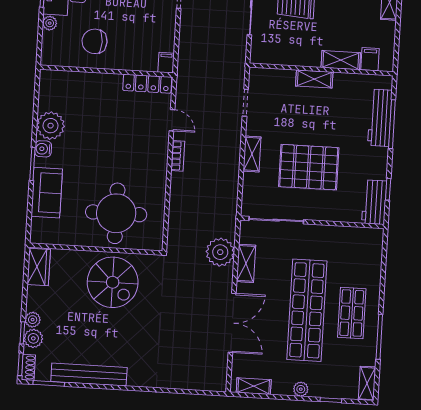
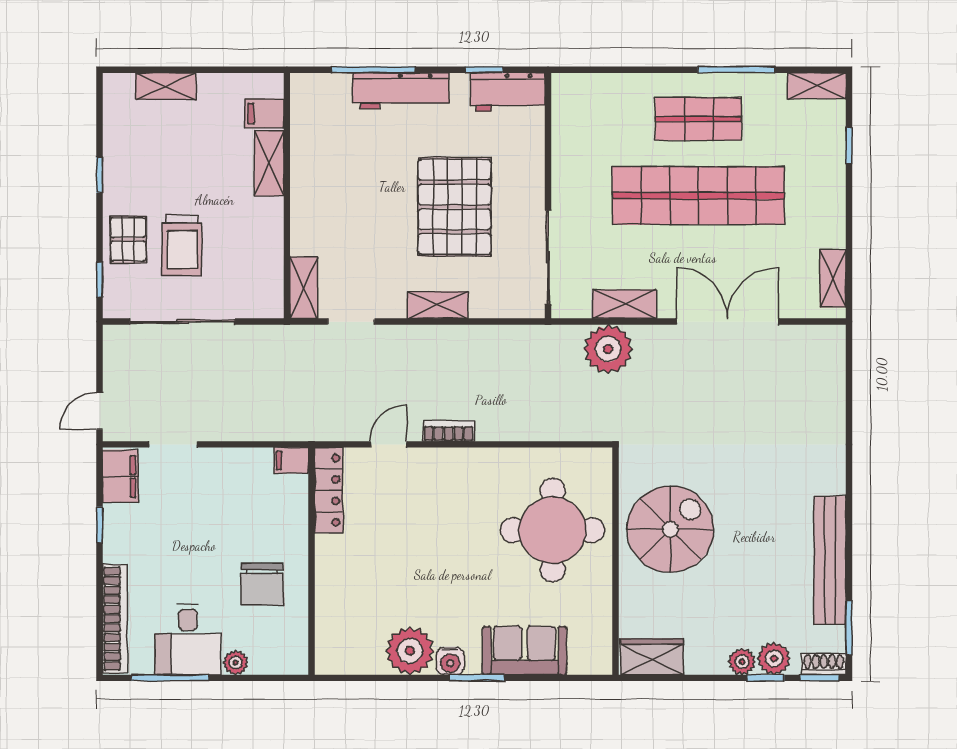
shelving: (314, 79) -> (304, 288), moved
workbench: (380, 118) -> (401, 91), moved
plant: (301, 389) -> (833, 198), removed

